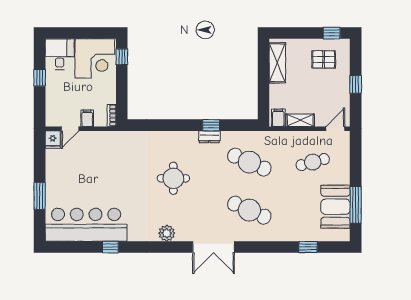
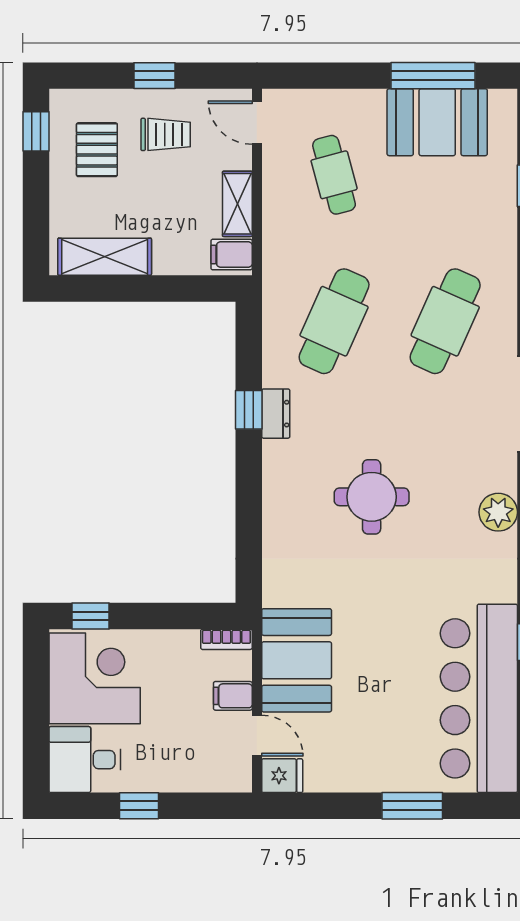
trolley: (330, 89) -> (166, 134), added
booth: (103, 146) -> (297, 660), added

